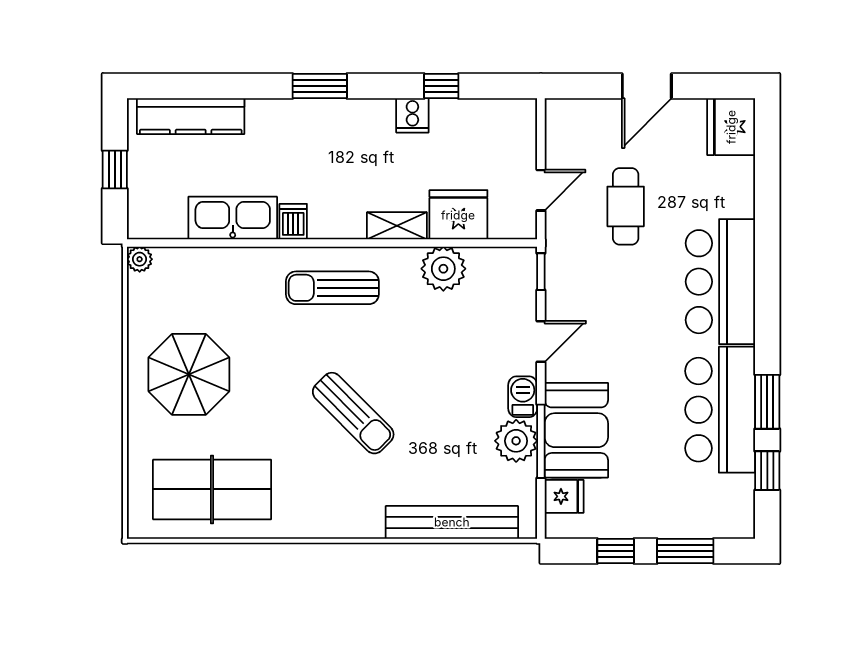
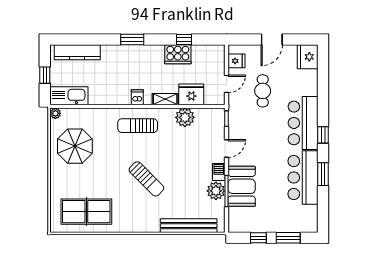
cooker: (412, 115) -> (178, 54), width x1.87, depth x1.31
kitchen sink: (233, 218) -> (69, 96), moved
dishwasher: (293, 222) -> (137, 97), moved
parasol: (189, 374) -> (75, 146), moved
window: (767, 471) -> (323, 135), moved
fridge: (564, 496) -> (236, 61), moved

